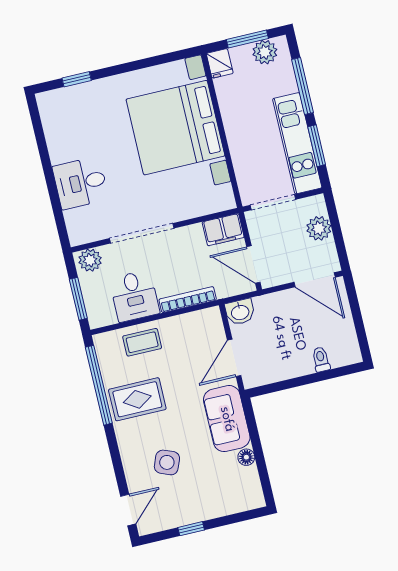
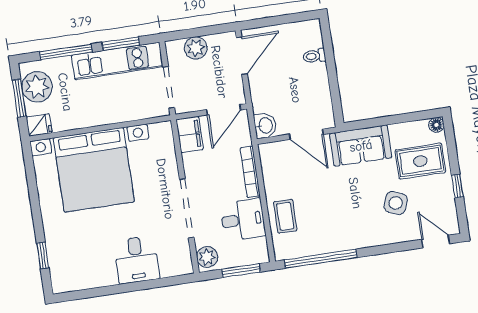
plant: (265, 52) -> (37, 87), width x1.36, depth x1.36
rug: (137, 399) -> (420, 161), moved, turned 90
floor lamp: (246, 457) -> (437, 125), moved

